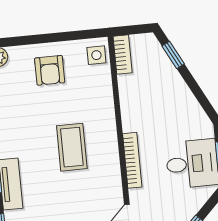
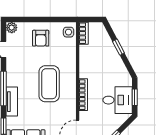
window: (173, 55) -> (118, 47), moved
coffee table: (72, 147) -> (49, 84), width x1.36, depth x1.32

